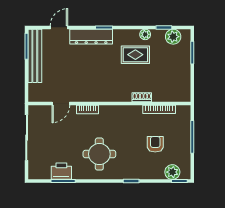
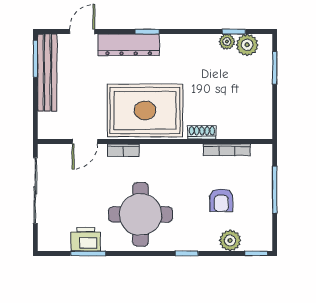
plant: (145, 34) -> (227, 42), moved
rug: (135, 55) -> (145, 110), moved, width x1.86, depth x2.06
armchair: (155, 144) -> (221, 200), turned 180
round table: (99, 154) -> (141, 214), width x1.36, depth x1.36
plant: (172, 172) -> (230, 240), moved

